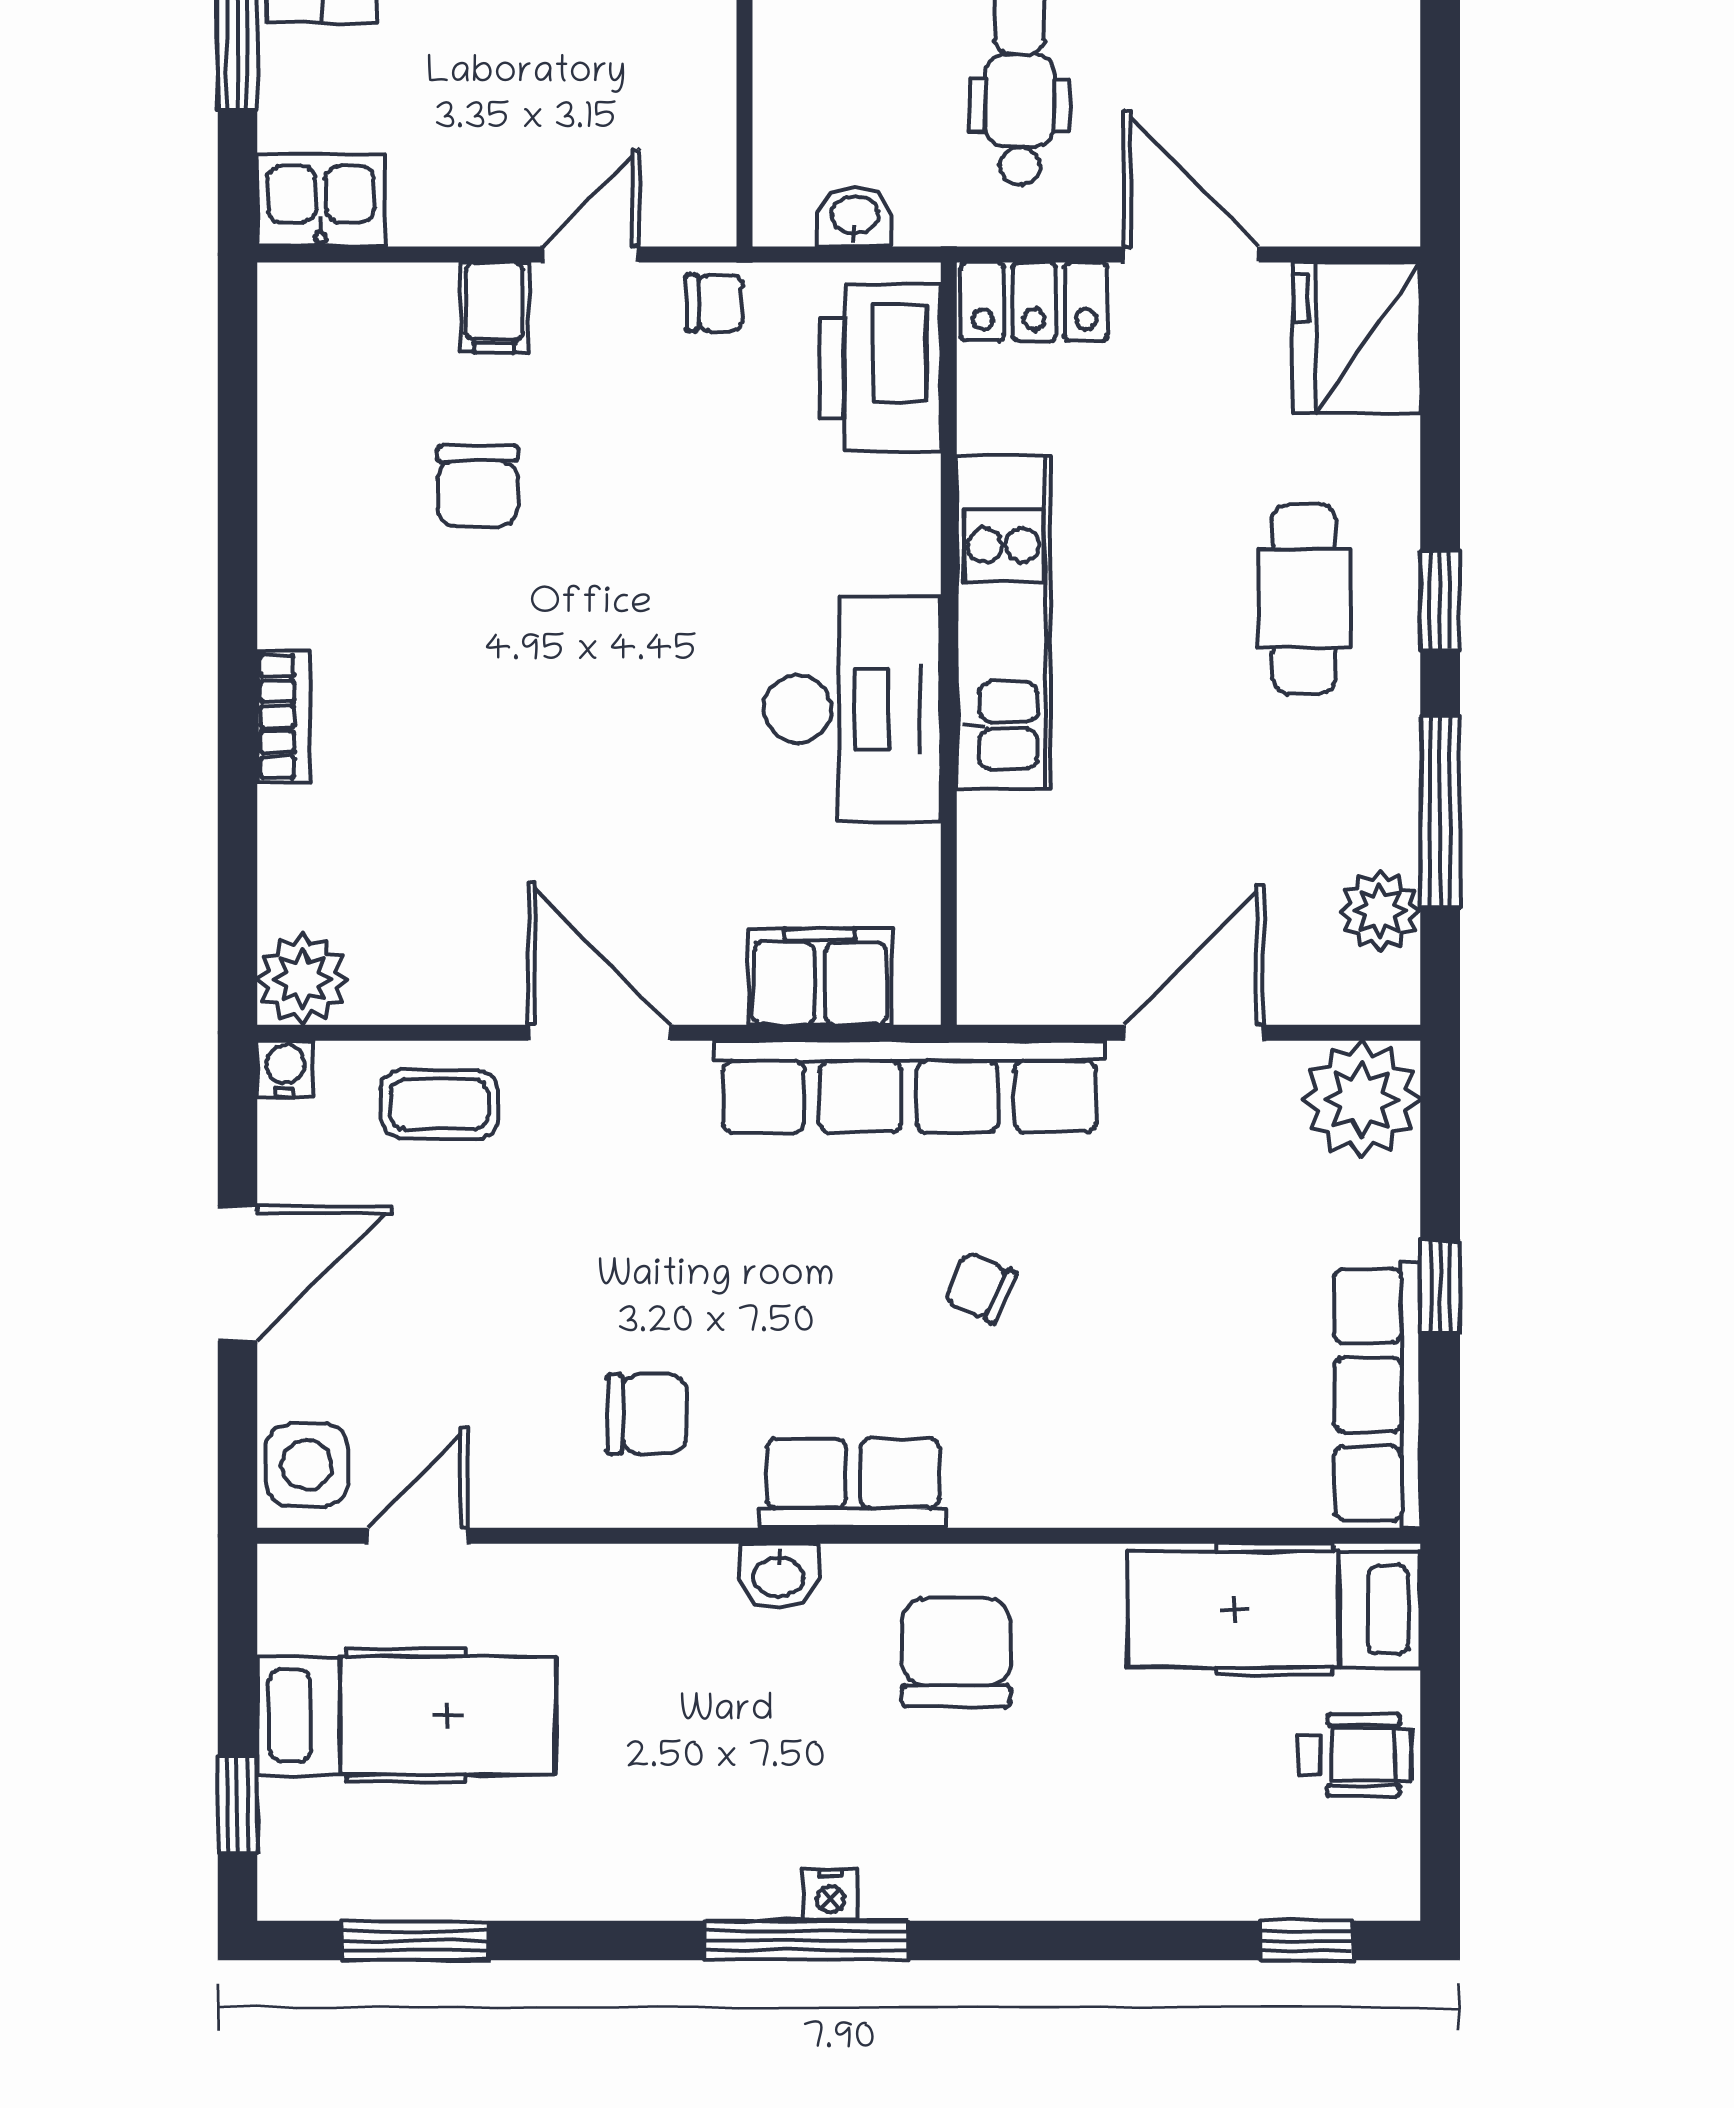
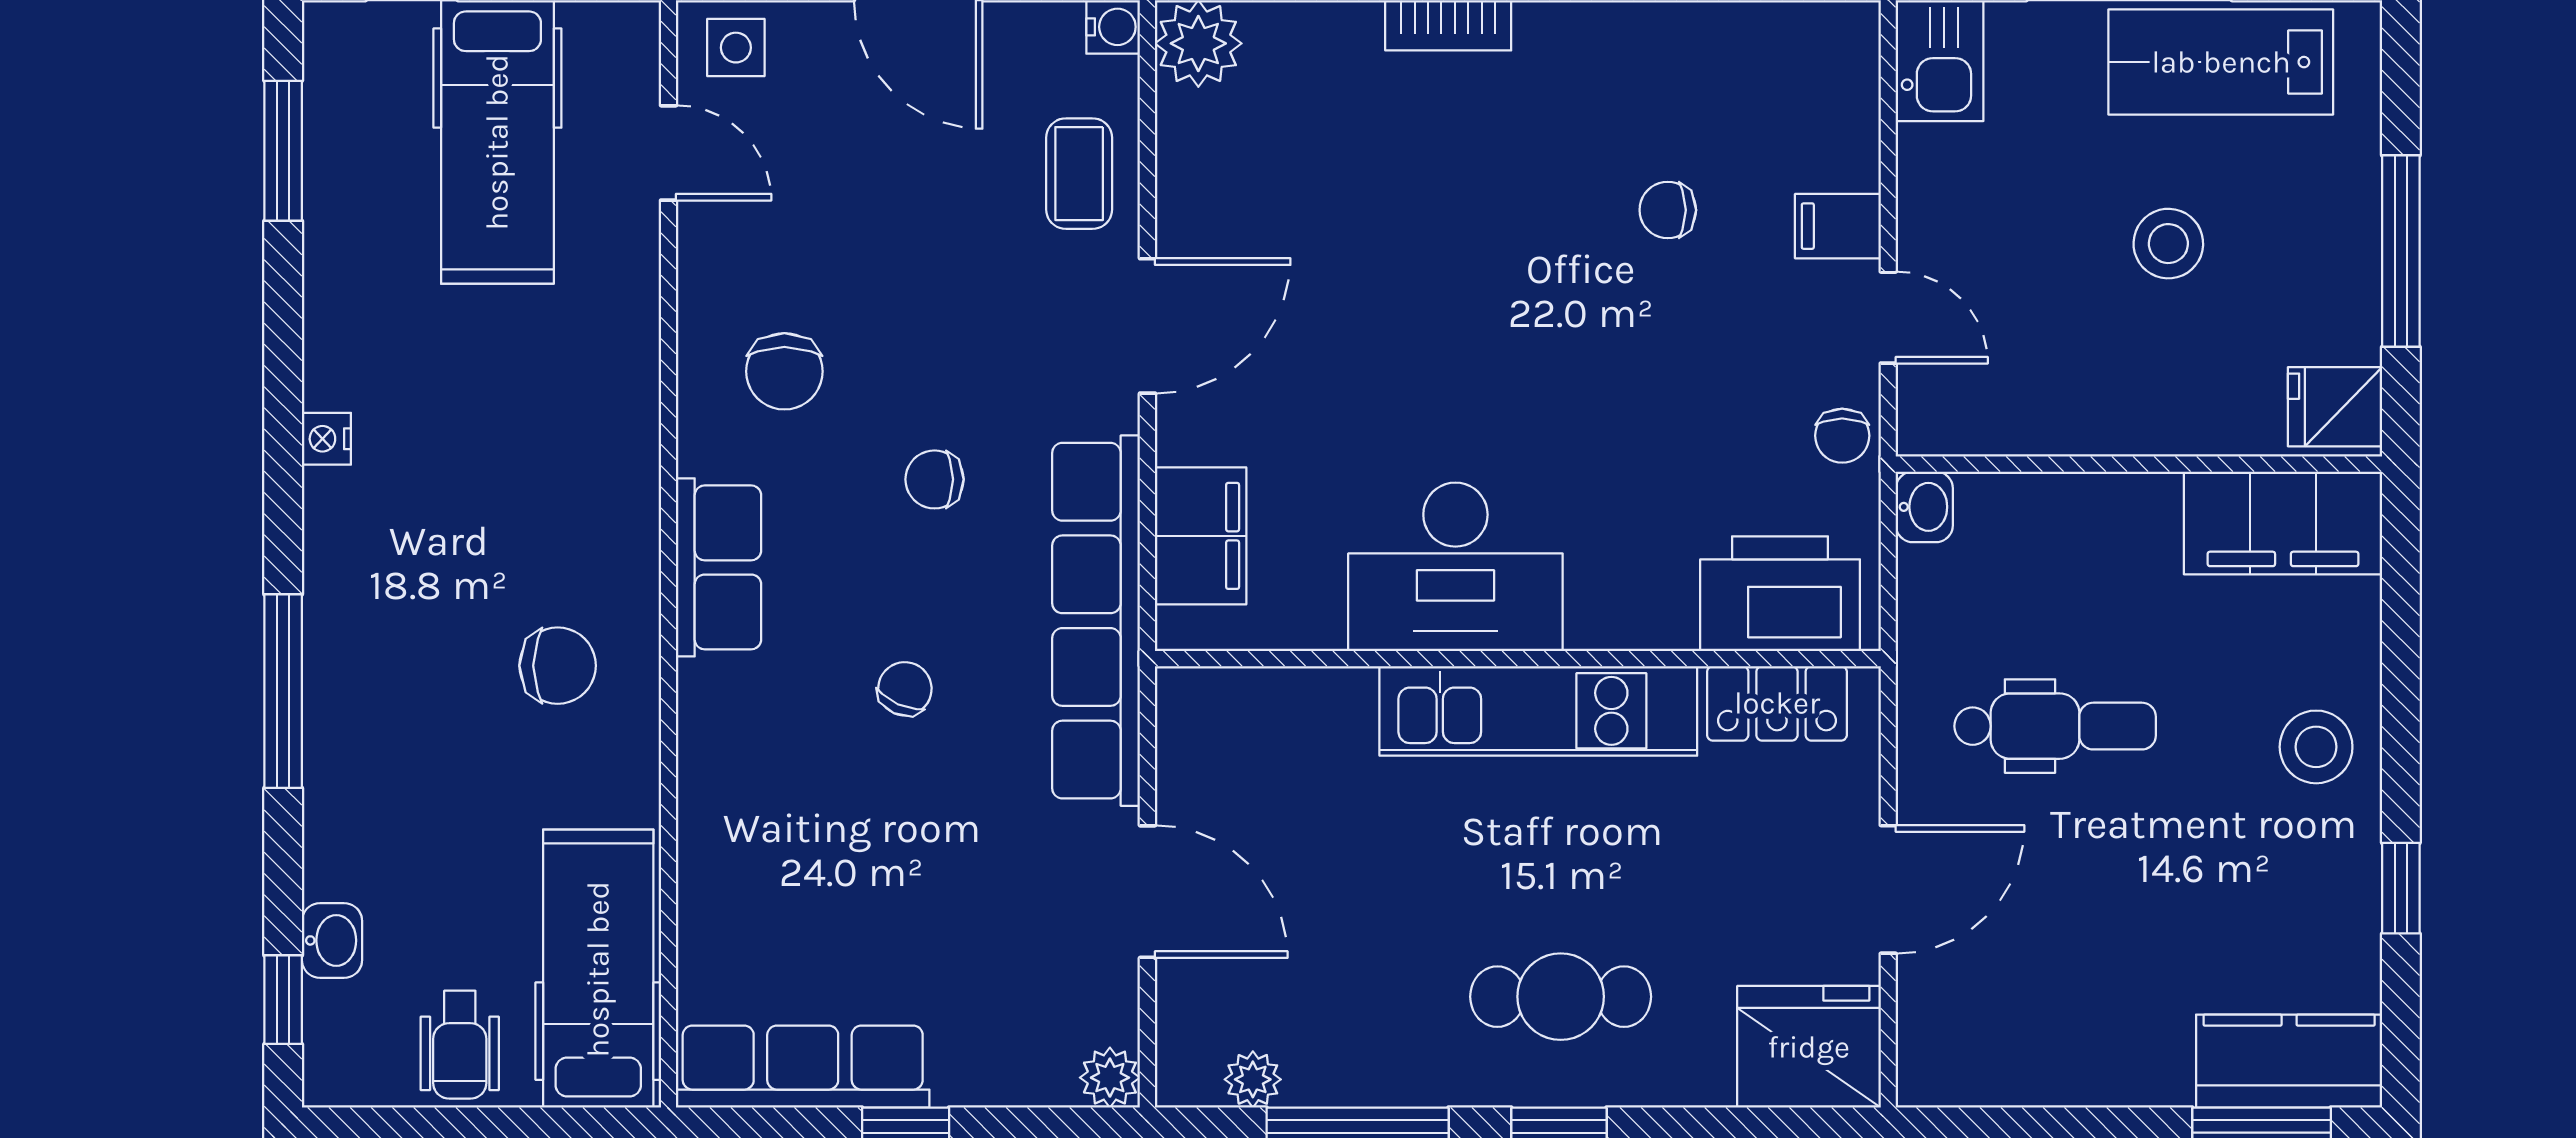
washbasin: (855, 217) -> (1924, 507), moved
locker: (1034, 301) -> (1777, 703), moved, turned -90
chair: (478, 486) -> (1668, 210), width x0.73, depth x0.73
plant: (1380, 911) -> (1253, 1079), width x0.73, depth x0.73
plant: (1361, 1100) -> (1110, 1078), width x0.53, depth x0.53
chair: (761, 1256) -> (935, 479), added
side table: (307, 1465) -> (736, 48), width x0.73, depth x0.73
washbasin: (779, 1575) -> (332, 940), moved, turned 180
chair: (956, 1652) -> (558, 666), width x0.73, depth x0.73
nightstand: (830, 1895) -> (326, 439), moved
window: (807, 1941) -> (283, 691), moved

